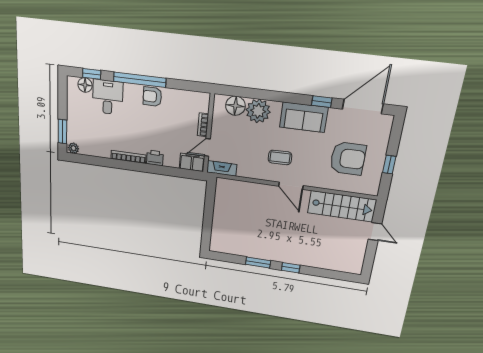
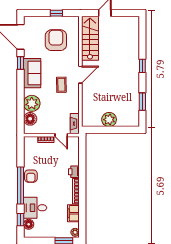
filing cabinet: (192, 162) -> (73, 213), moved
plant: (223, 215) -> (109, 120), added
window: (258, 263) -> (142, 102), moved

